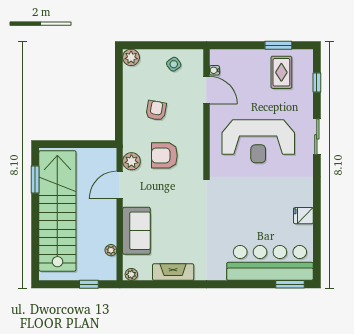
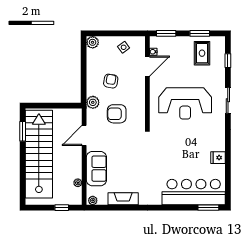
window: (232, 45) -> (166, 33), added
door: (206, 90) -> (147, 66), hinge flipped
plant: (131, 161) -> (93, 102), moved

